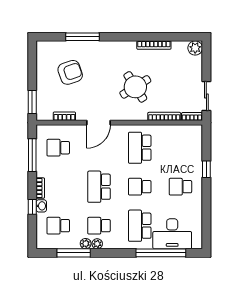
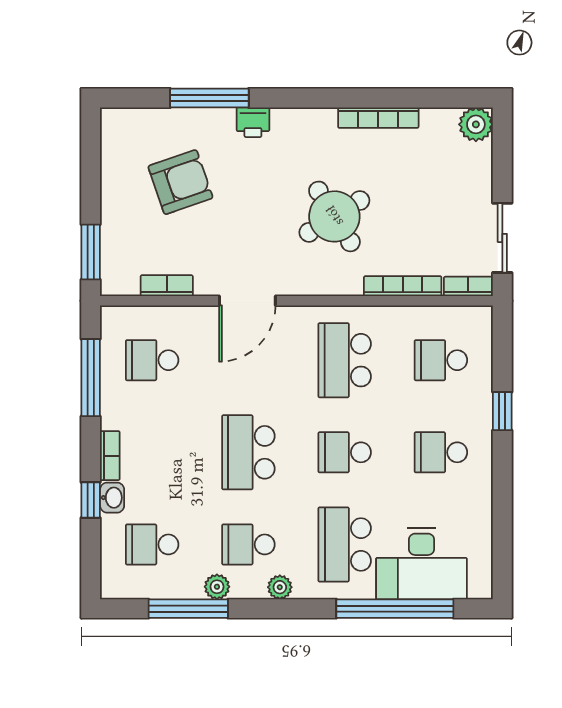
printer: (101, 47) -> (253, 122), added
school desk: (180, 148) -> (441, 360), added
plant: (97, 244) -> (280, 587), moved

